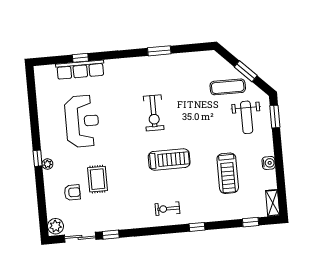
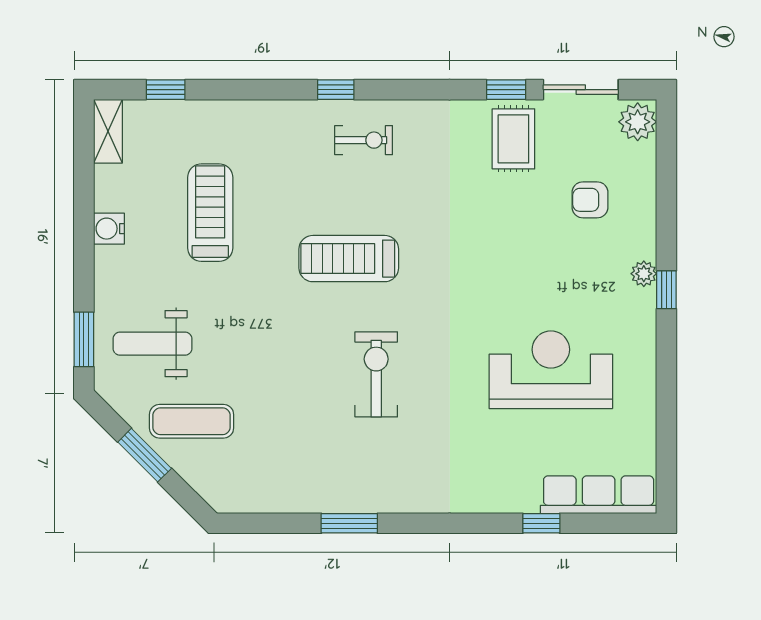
row of seats: (80, 70) -> (599, 495), moved
weight bench: (247, 117) -> (152, 344), turned -90
reception desk: (82, 121) -> (551, 370), turned 90
rug: (98, 179) -> (513, 139), moved
window: (197, 227) -> (336, 90), moved

